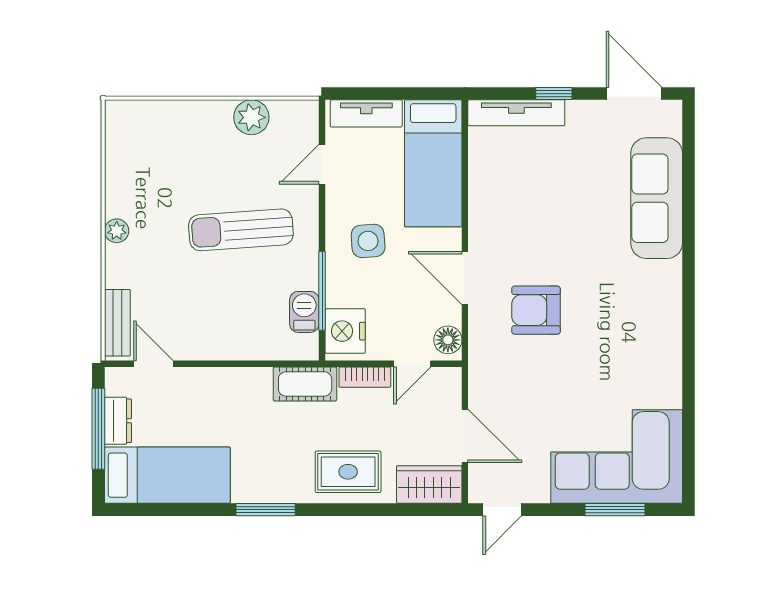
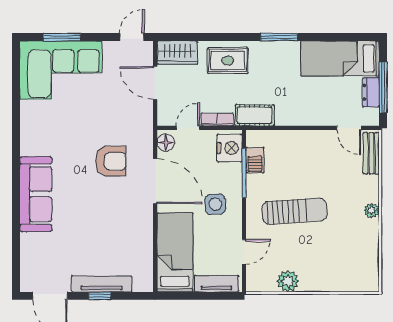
tv unit: (516, 113) -> (102, 284), moved
sofa: (657, 198) -> (36, 194), moved
door: (465, 278) -> (155, 181), width x1.36

